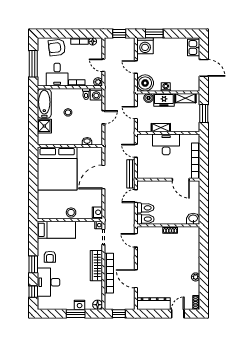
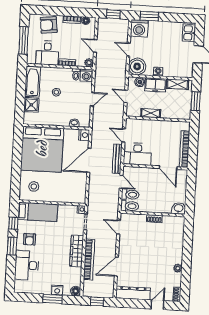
desk: (166, 144) -> (137, 154), moved, turned 180
door: (136, 196) -> (121, 182), swing flipped
nightstand: (97, 212) -> (84, 135), moved
stool: (71, 213) -> (34, 186), moved
door: (136, 279) -> (116, 267), hinge flipped
window: (33, 292) -> (13, 223), moved

